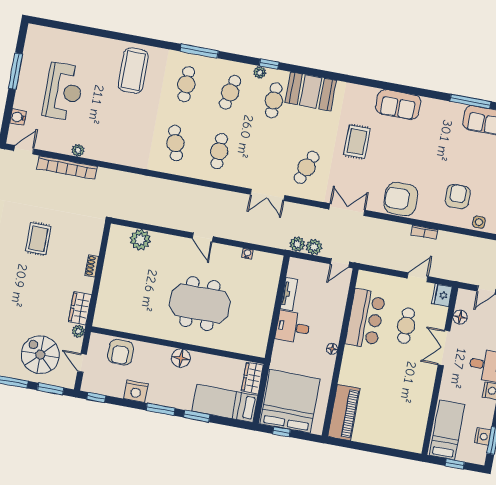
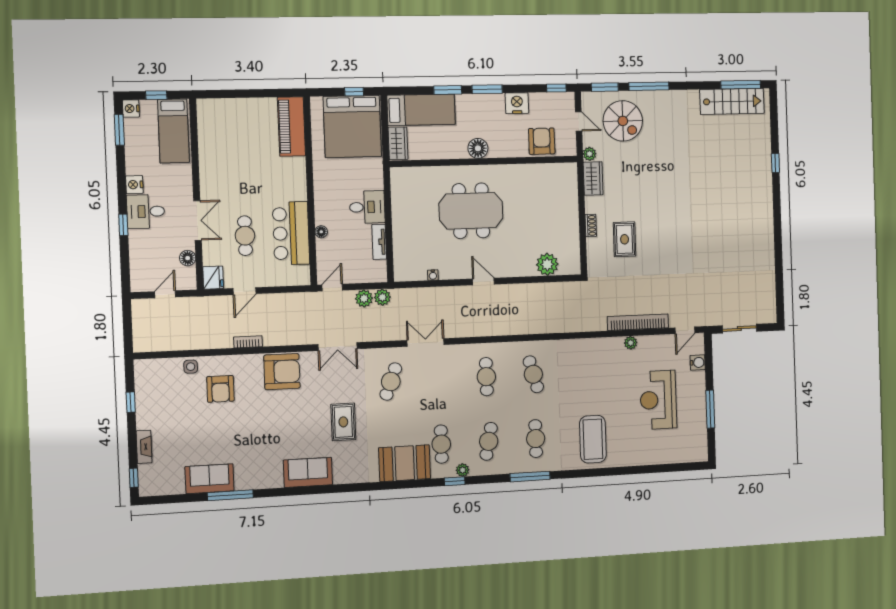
rug: (38, 239) -> (625, 239), moved
floor lamp: (332, 349) -> (321, 232), moved
nightstand: (483, 437) -> (131, 109), moved

